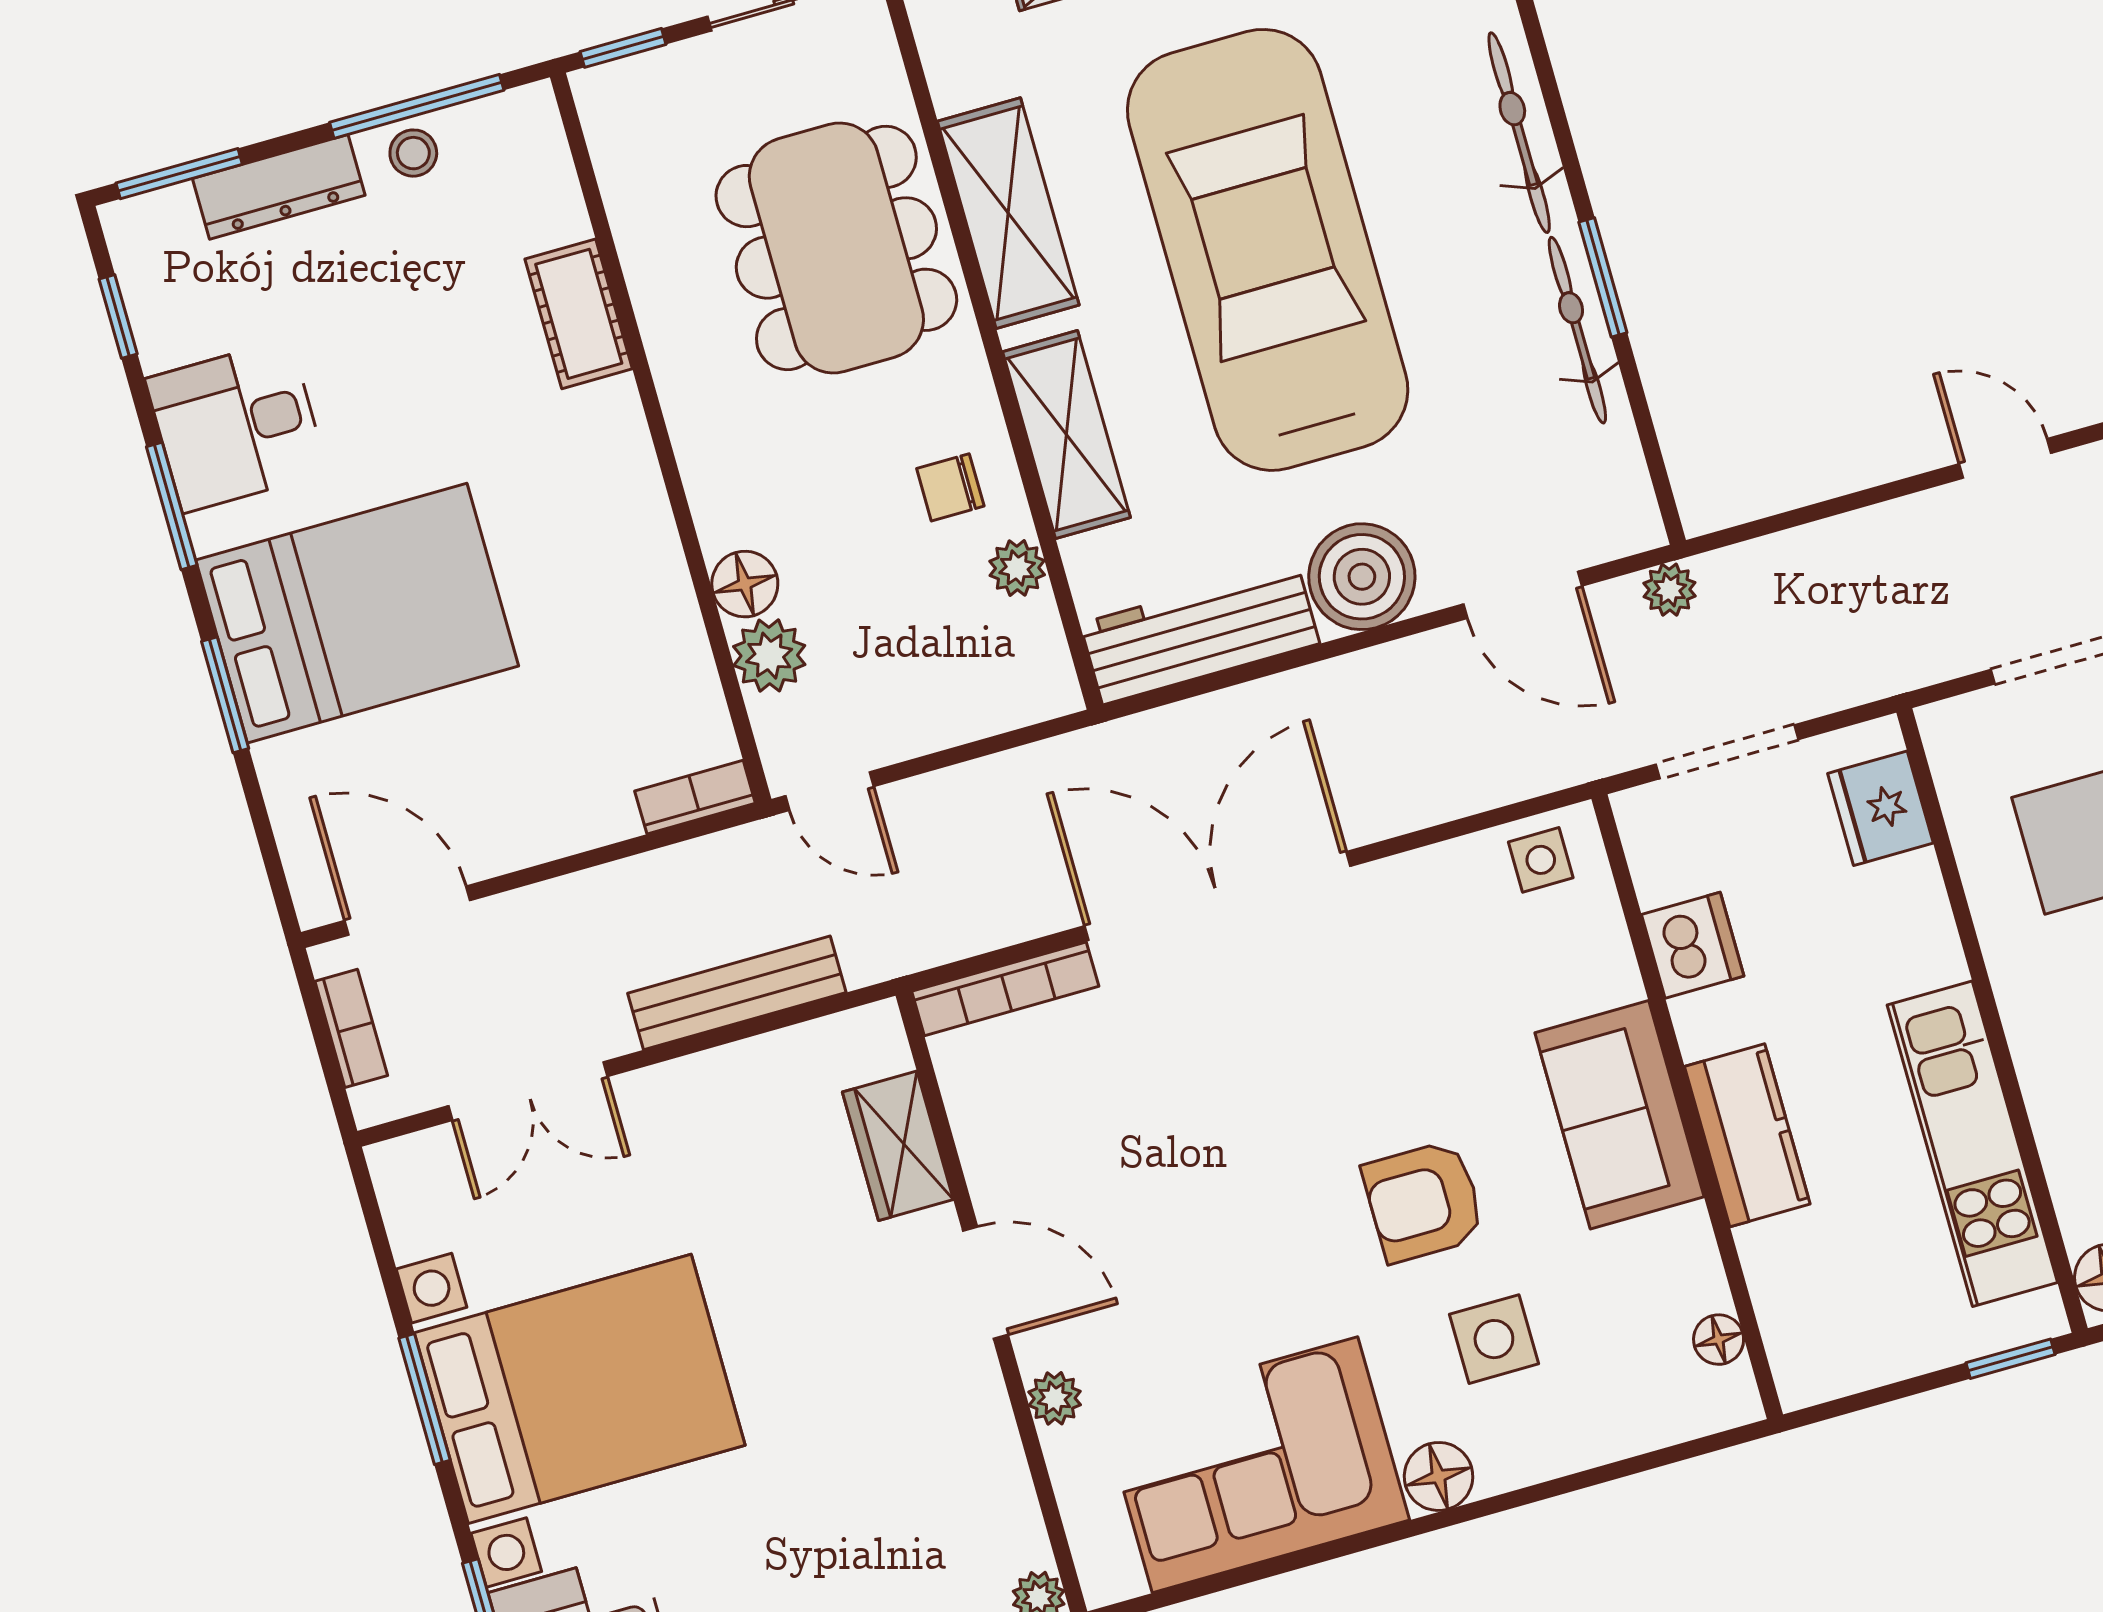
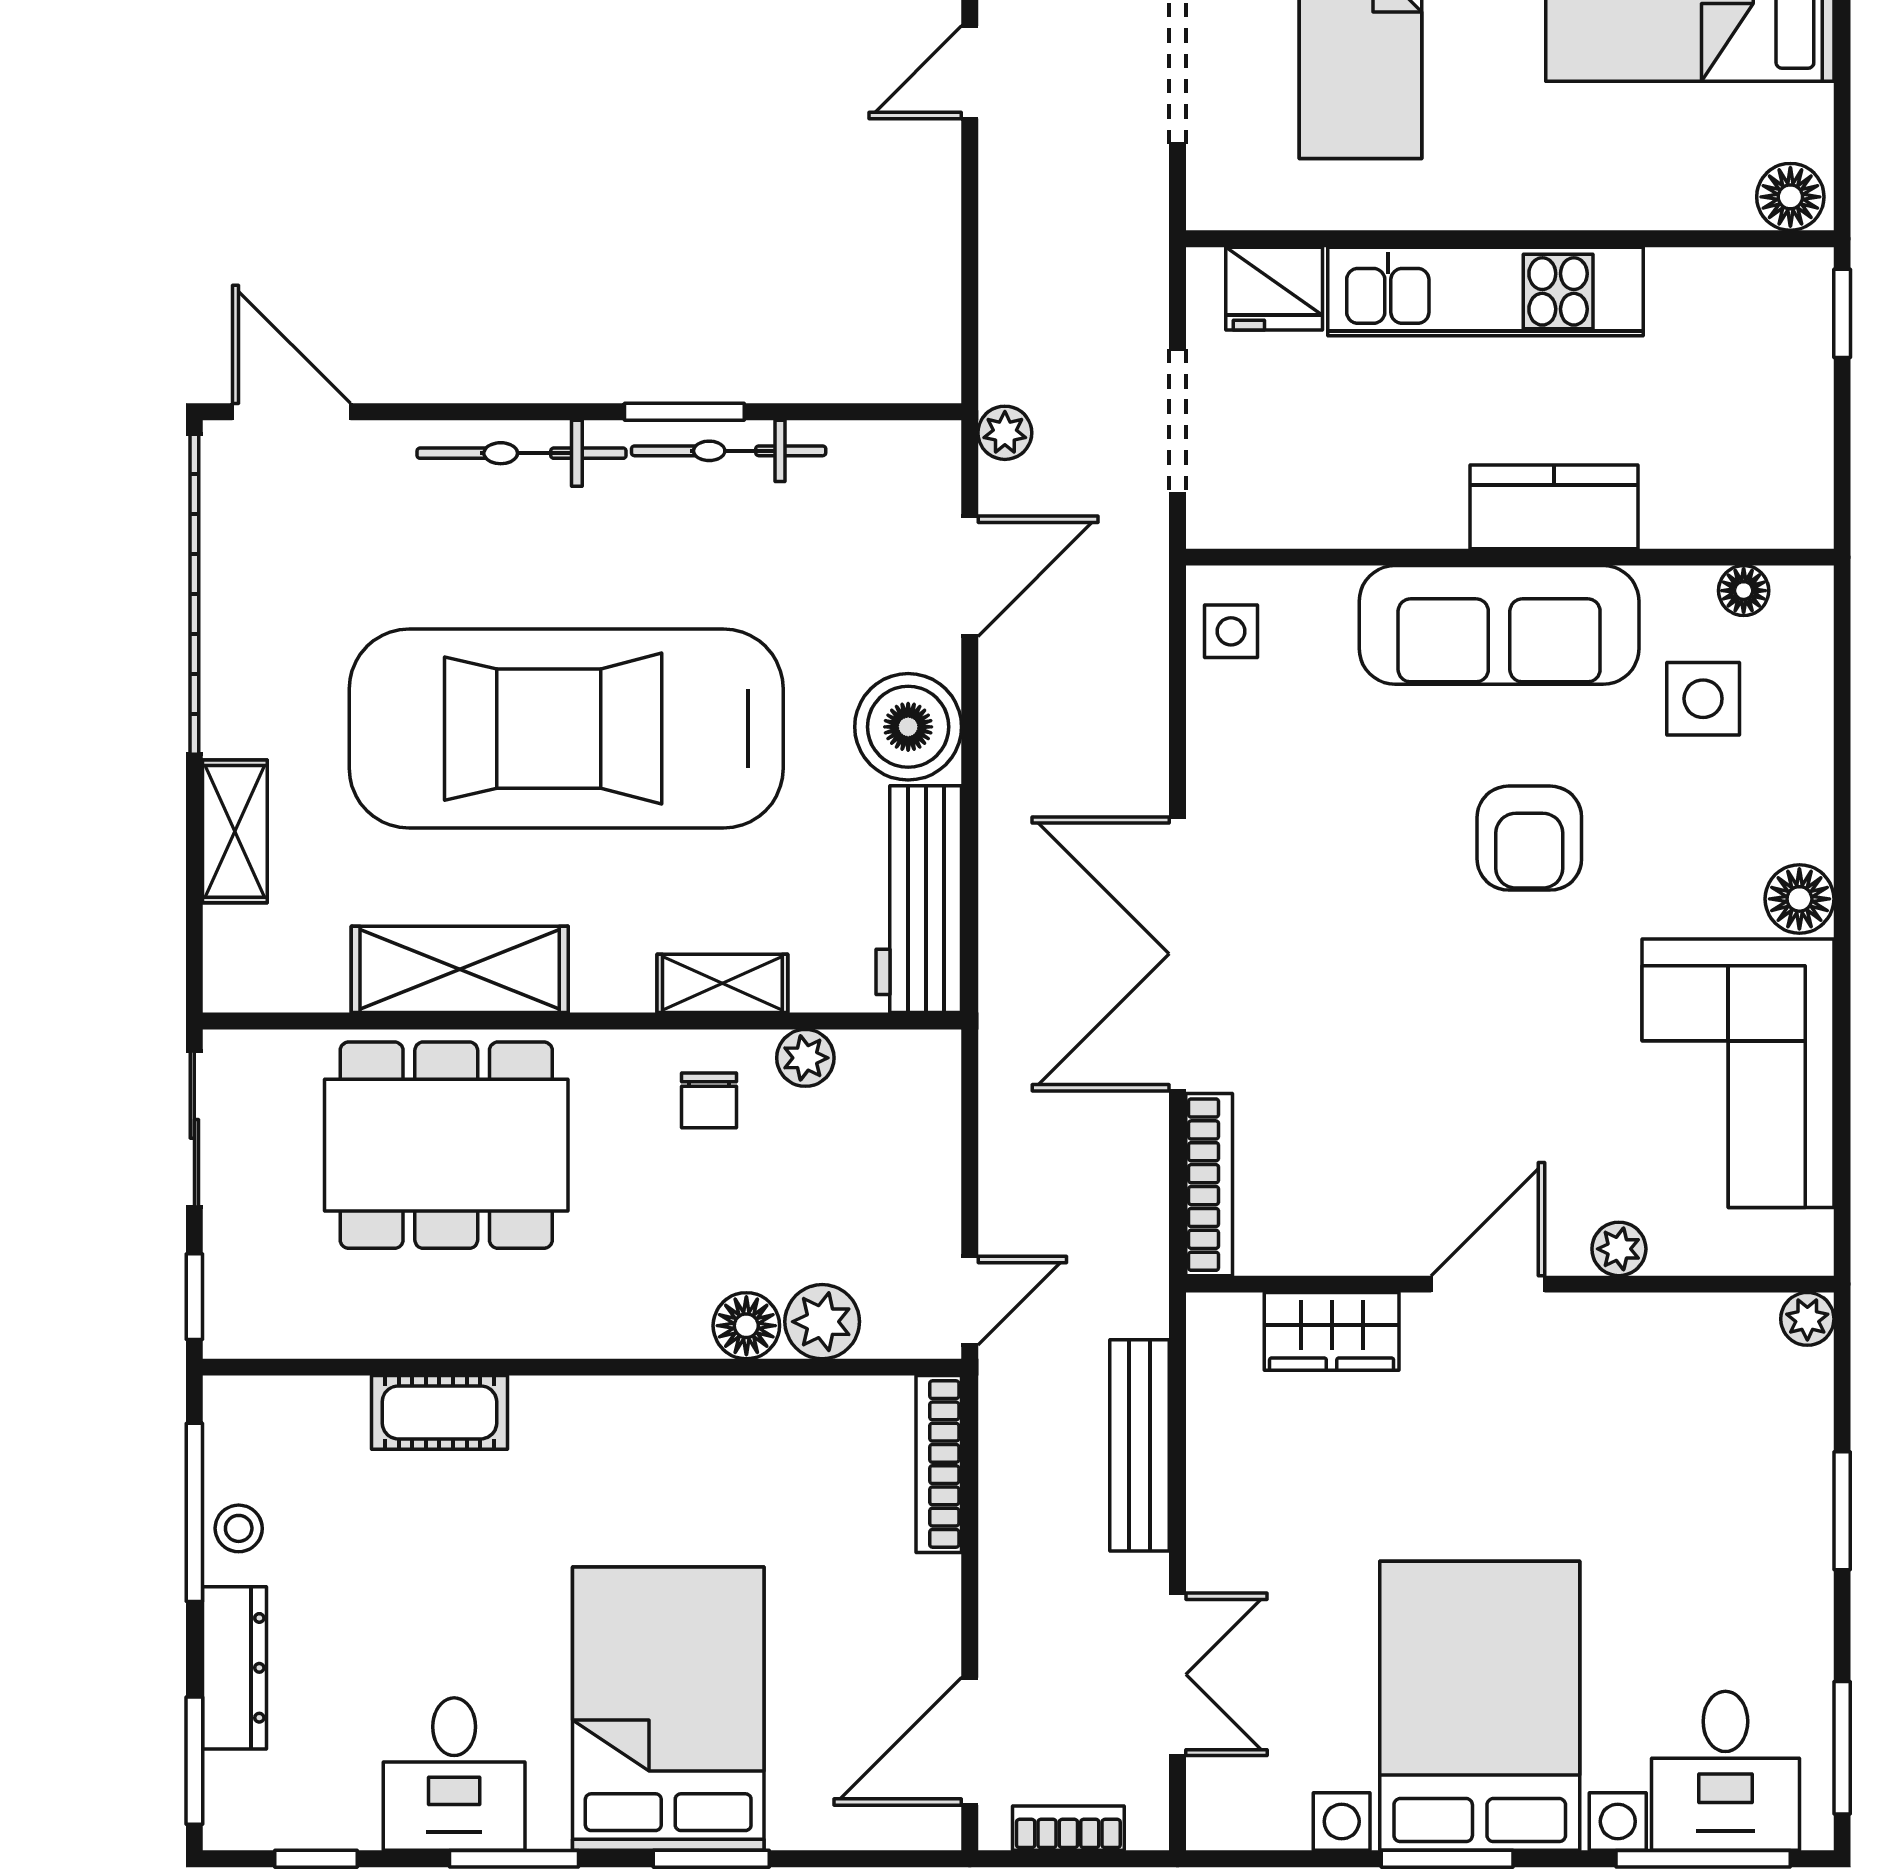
shelving: (1067, 435) -> (722, 983), width x0.67, depth x0.75
bookcase: (695, 797) -> (939, 1464), width x1.56
dishwasher: (1693, 945) -> (1355, 508), removed
sofa: (1619, 1115) -> (1499, 625), width x1.36
kitchen unit: (1972, 1144) -> (1486, 291), moved
side table: (1494, 1339) -> (1703, 699), moved

